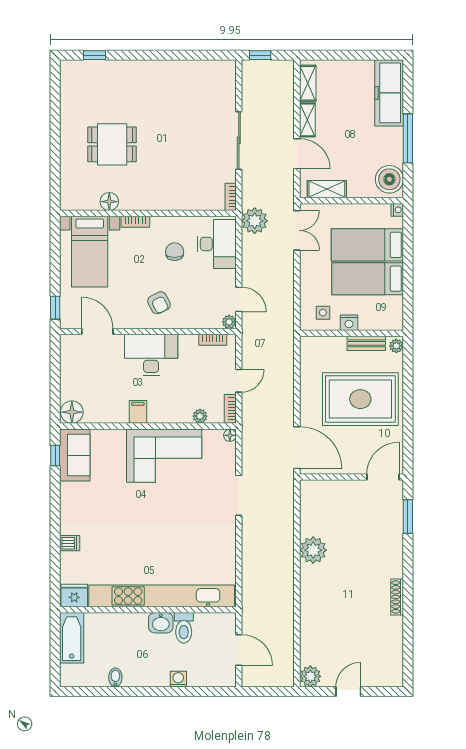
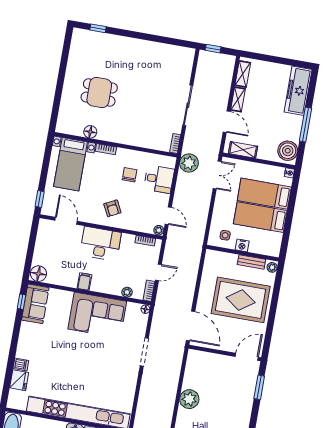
desk: (217, 244) -> (159, 179), width x0.73
fridge: (74, 596) -> (19, 380), moved, turned 90

